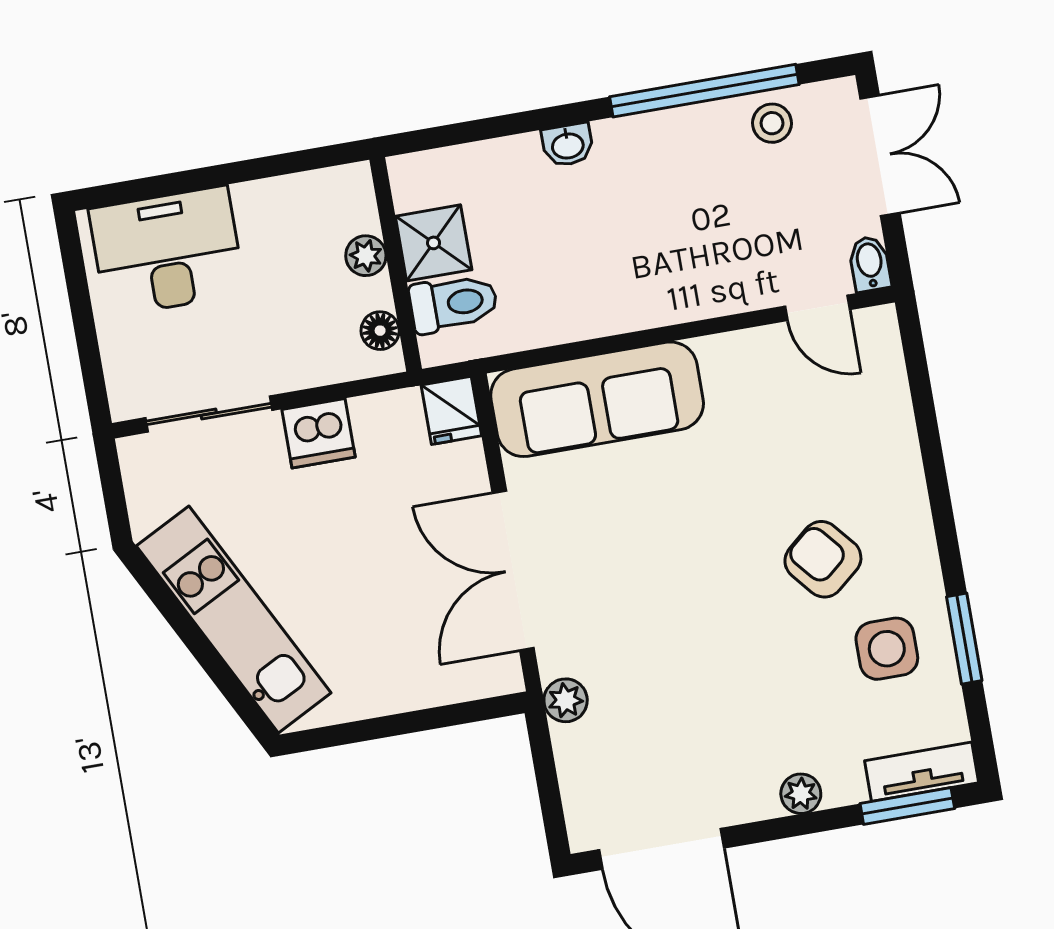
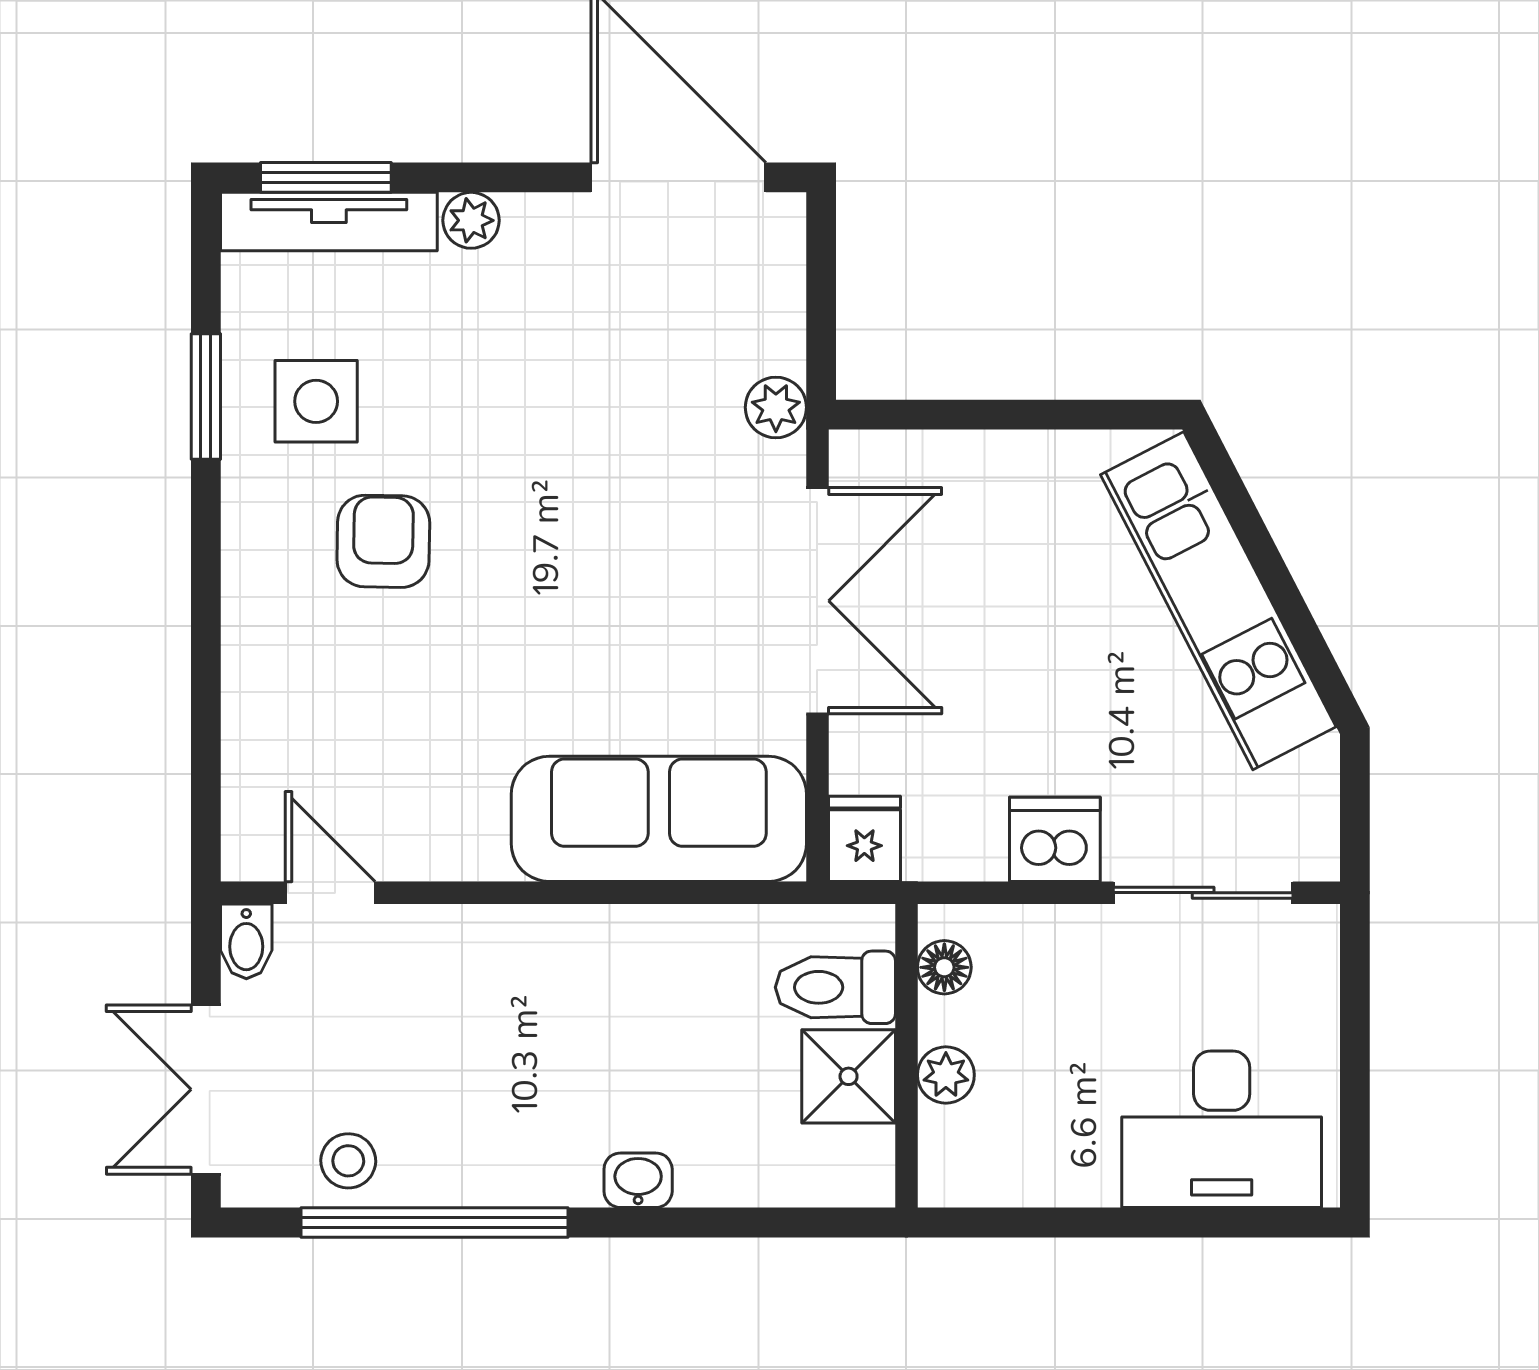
armchair: (823, 559) -> (383, 541), turned -139
tv unit: (922, 772) -> (329, 222), width x1.41

